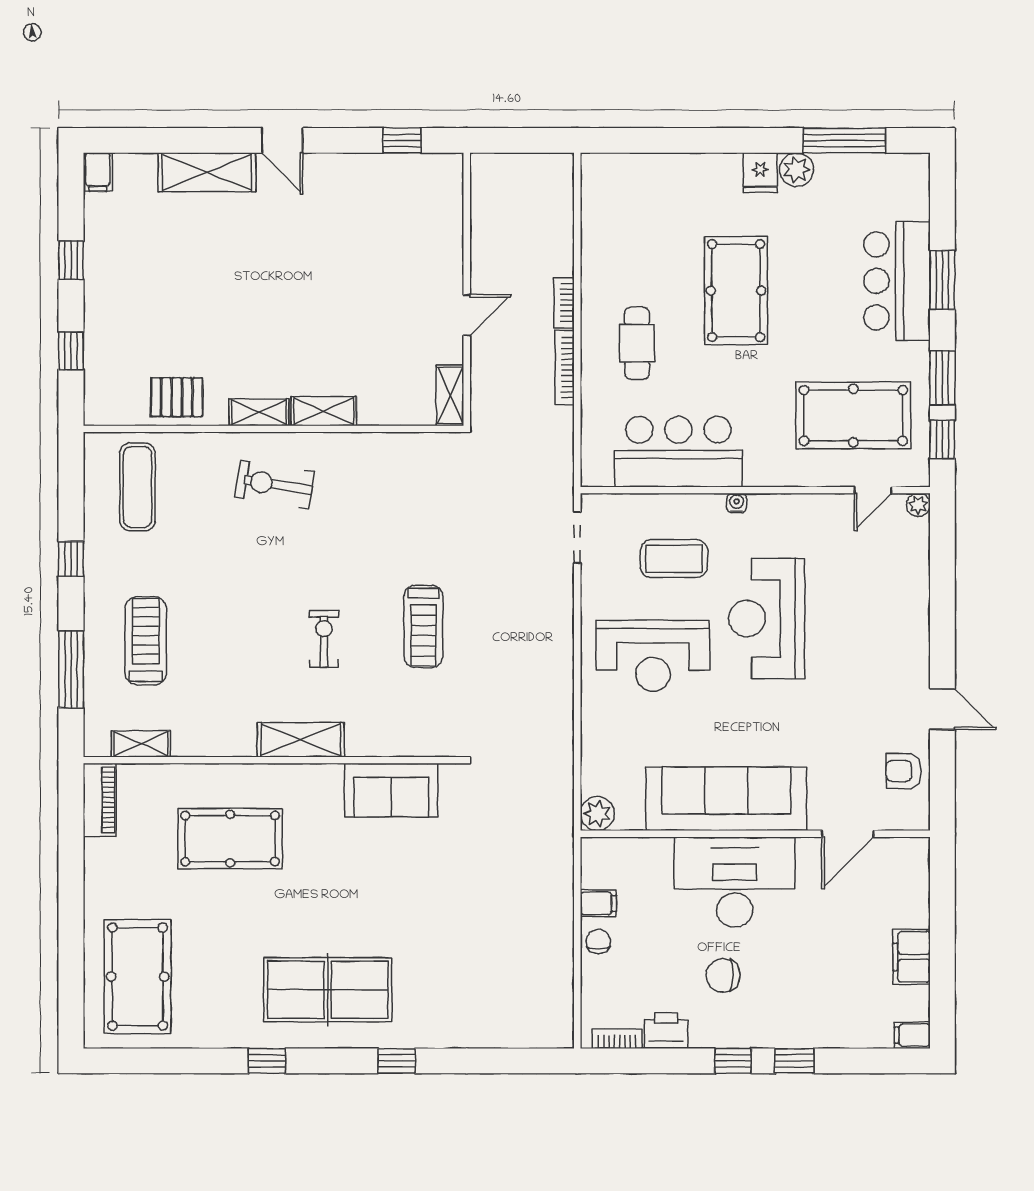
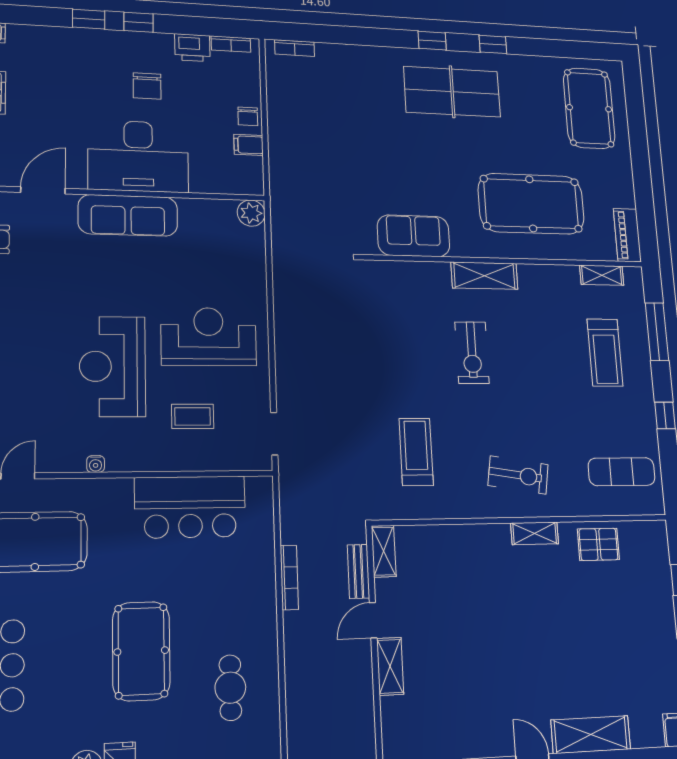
bookcase: (564, 303) -> (295, 48), moved, turned 90
cafe table: (637, 343) -> (230, 688), moved
bench: (482, 372) -> (358, 571), added
shelving: (324, 411) -> (390, 666), moved, turned 90
exercise mat: (138, 487) -> (622, 472), turned 90
water cooler: (737, 503) -> (96, 464), moved
coffee table: (674, 559) -> (193, 416), width x0.73, depth x0.77
reception desk: (767, 618) -> (113, 366), turned 180
treadmill: (423, 626) -> (416, 452), moved
exercise bike: (324, 639) -> (472, 353), width x1.38, depth x1.39
sofa: (726, 799) -> (128, 215), width x0.74, depth x0.79
pool table: (230, 839) -> (531, 204), width x1.36, depth x1.32
chair: (723, 975) -> (147, 86), turned 90
window: (397, 1061) -> (432, 41), moved

